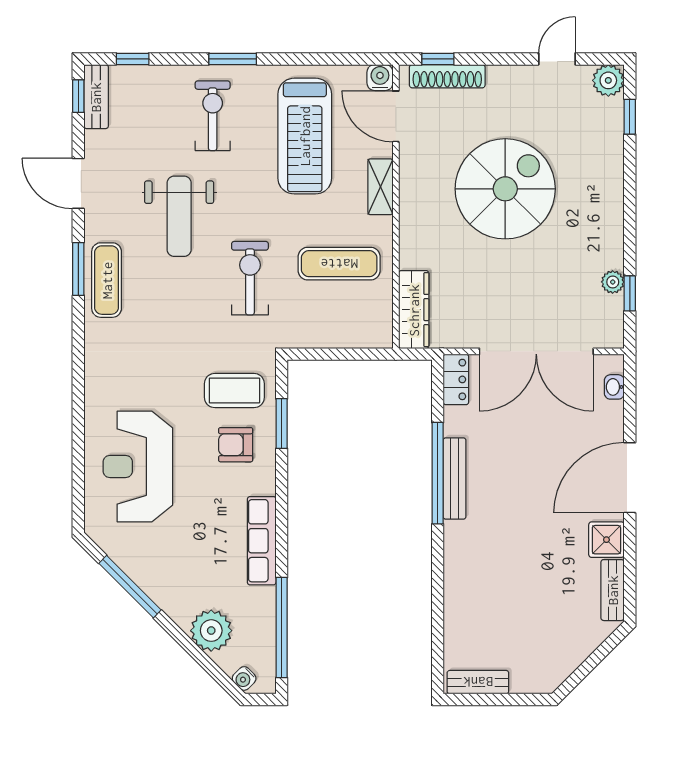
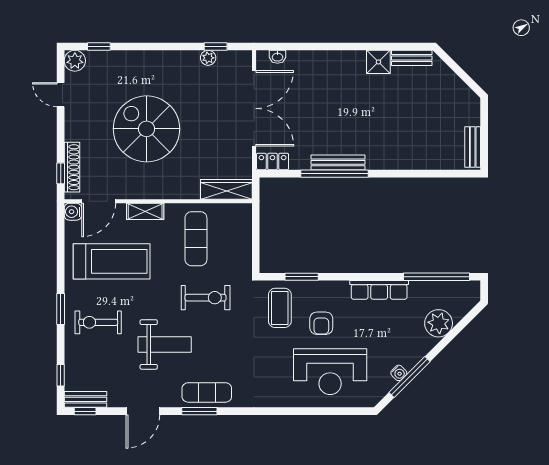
exercise bike: (250, 278) -> (206, 298), turned 180
armchair: (236, 445) -> (321, 323), moved
door: (630, 478) -> (337, 47), removed
water cooler: (244, 678) -> (399, 373), moved

